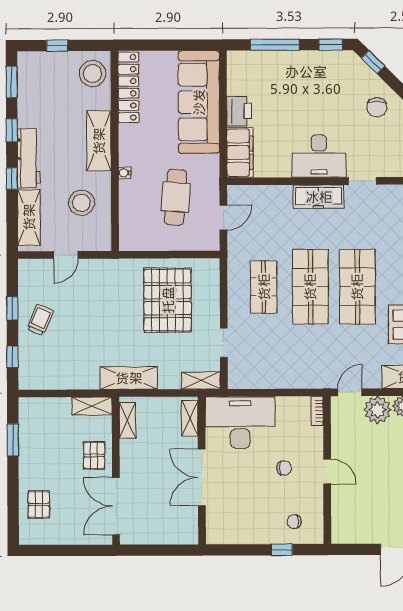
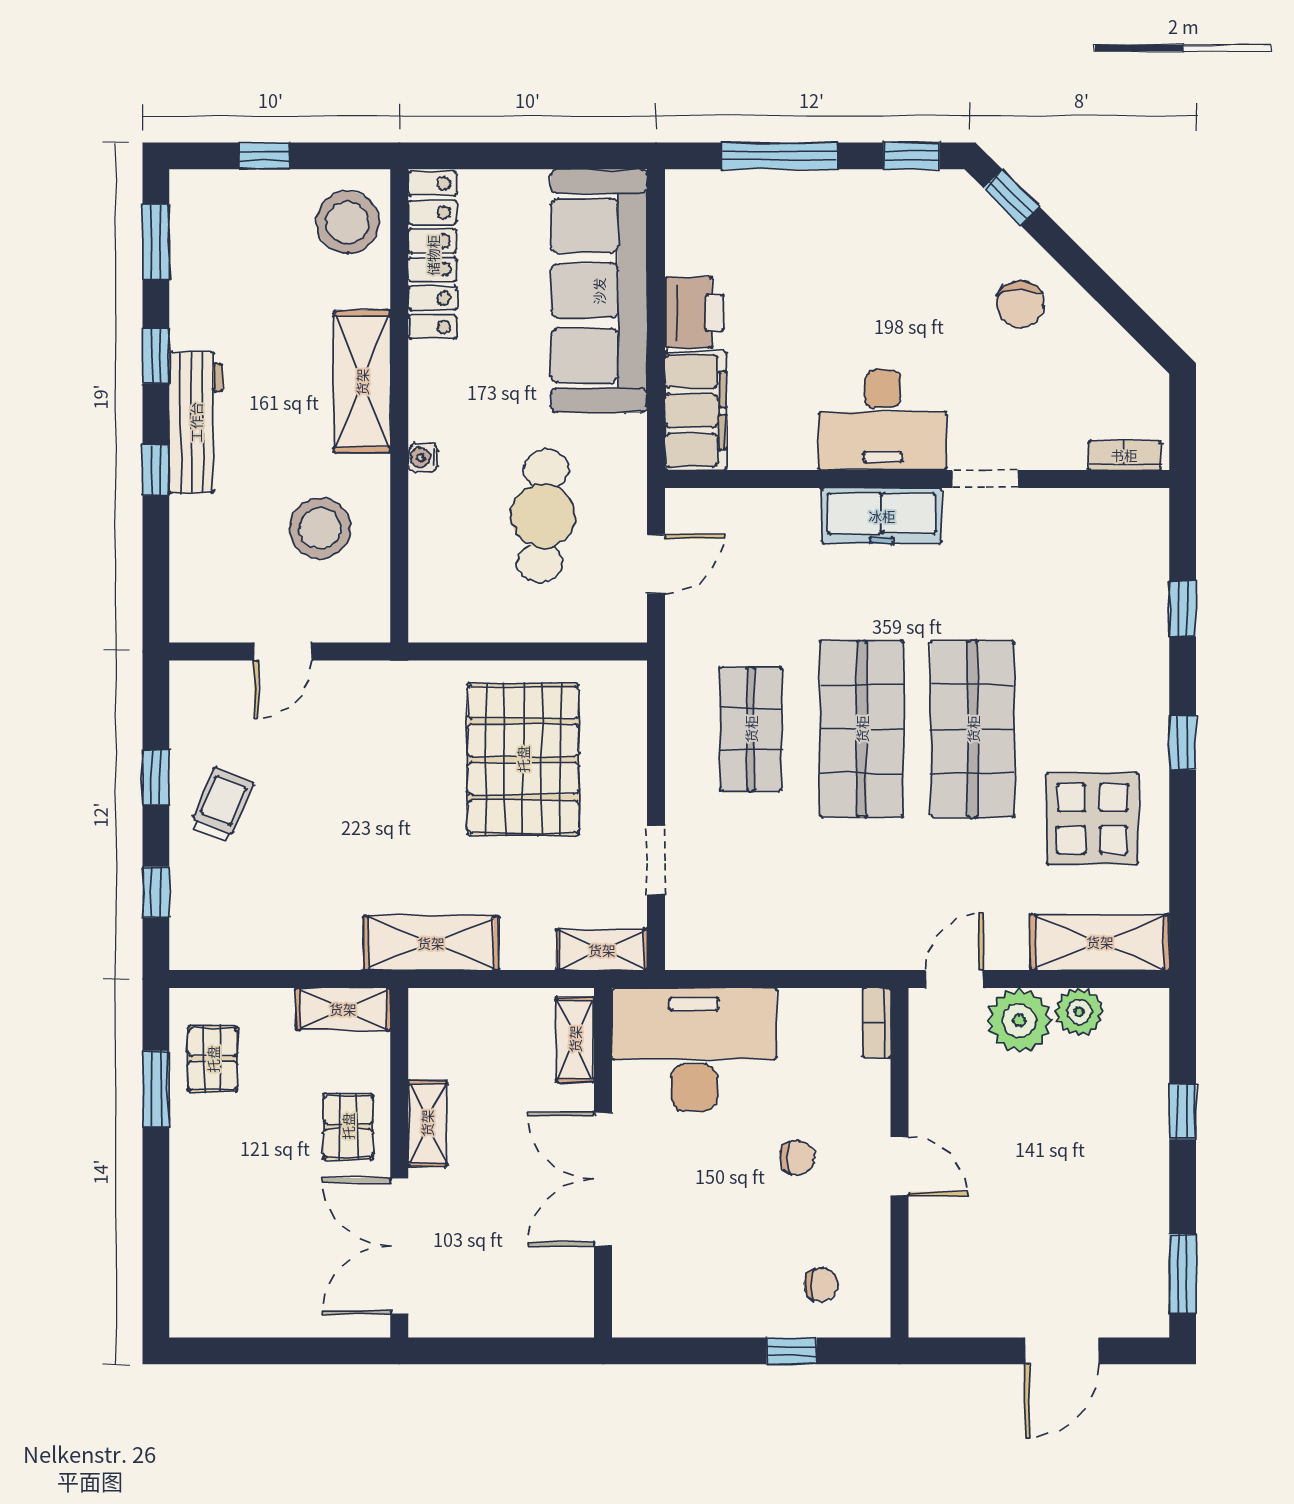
shelving: (29, 217) -> (196, 563), removed
shelving: (127, 420) -> (427, 1123), moved
pallet: (39, 505) -> (213, 1059), moved
chair: (294, 522) -> (821, 1284), turned 180

